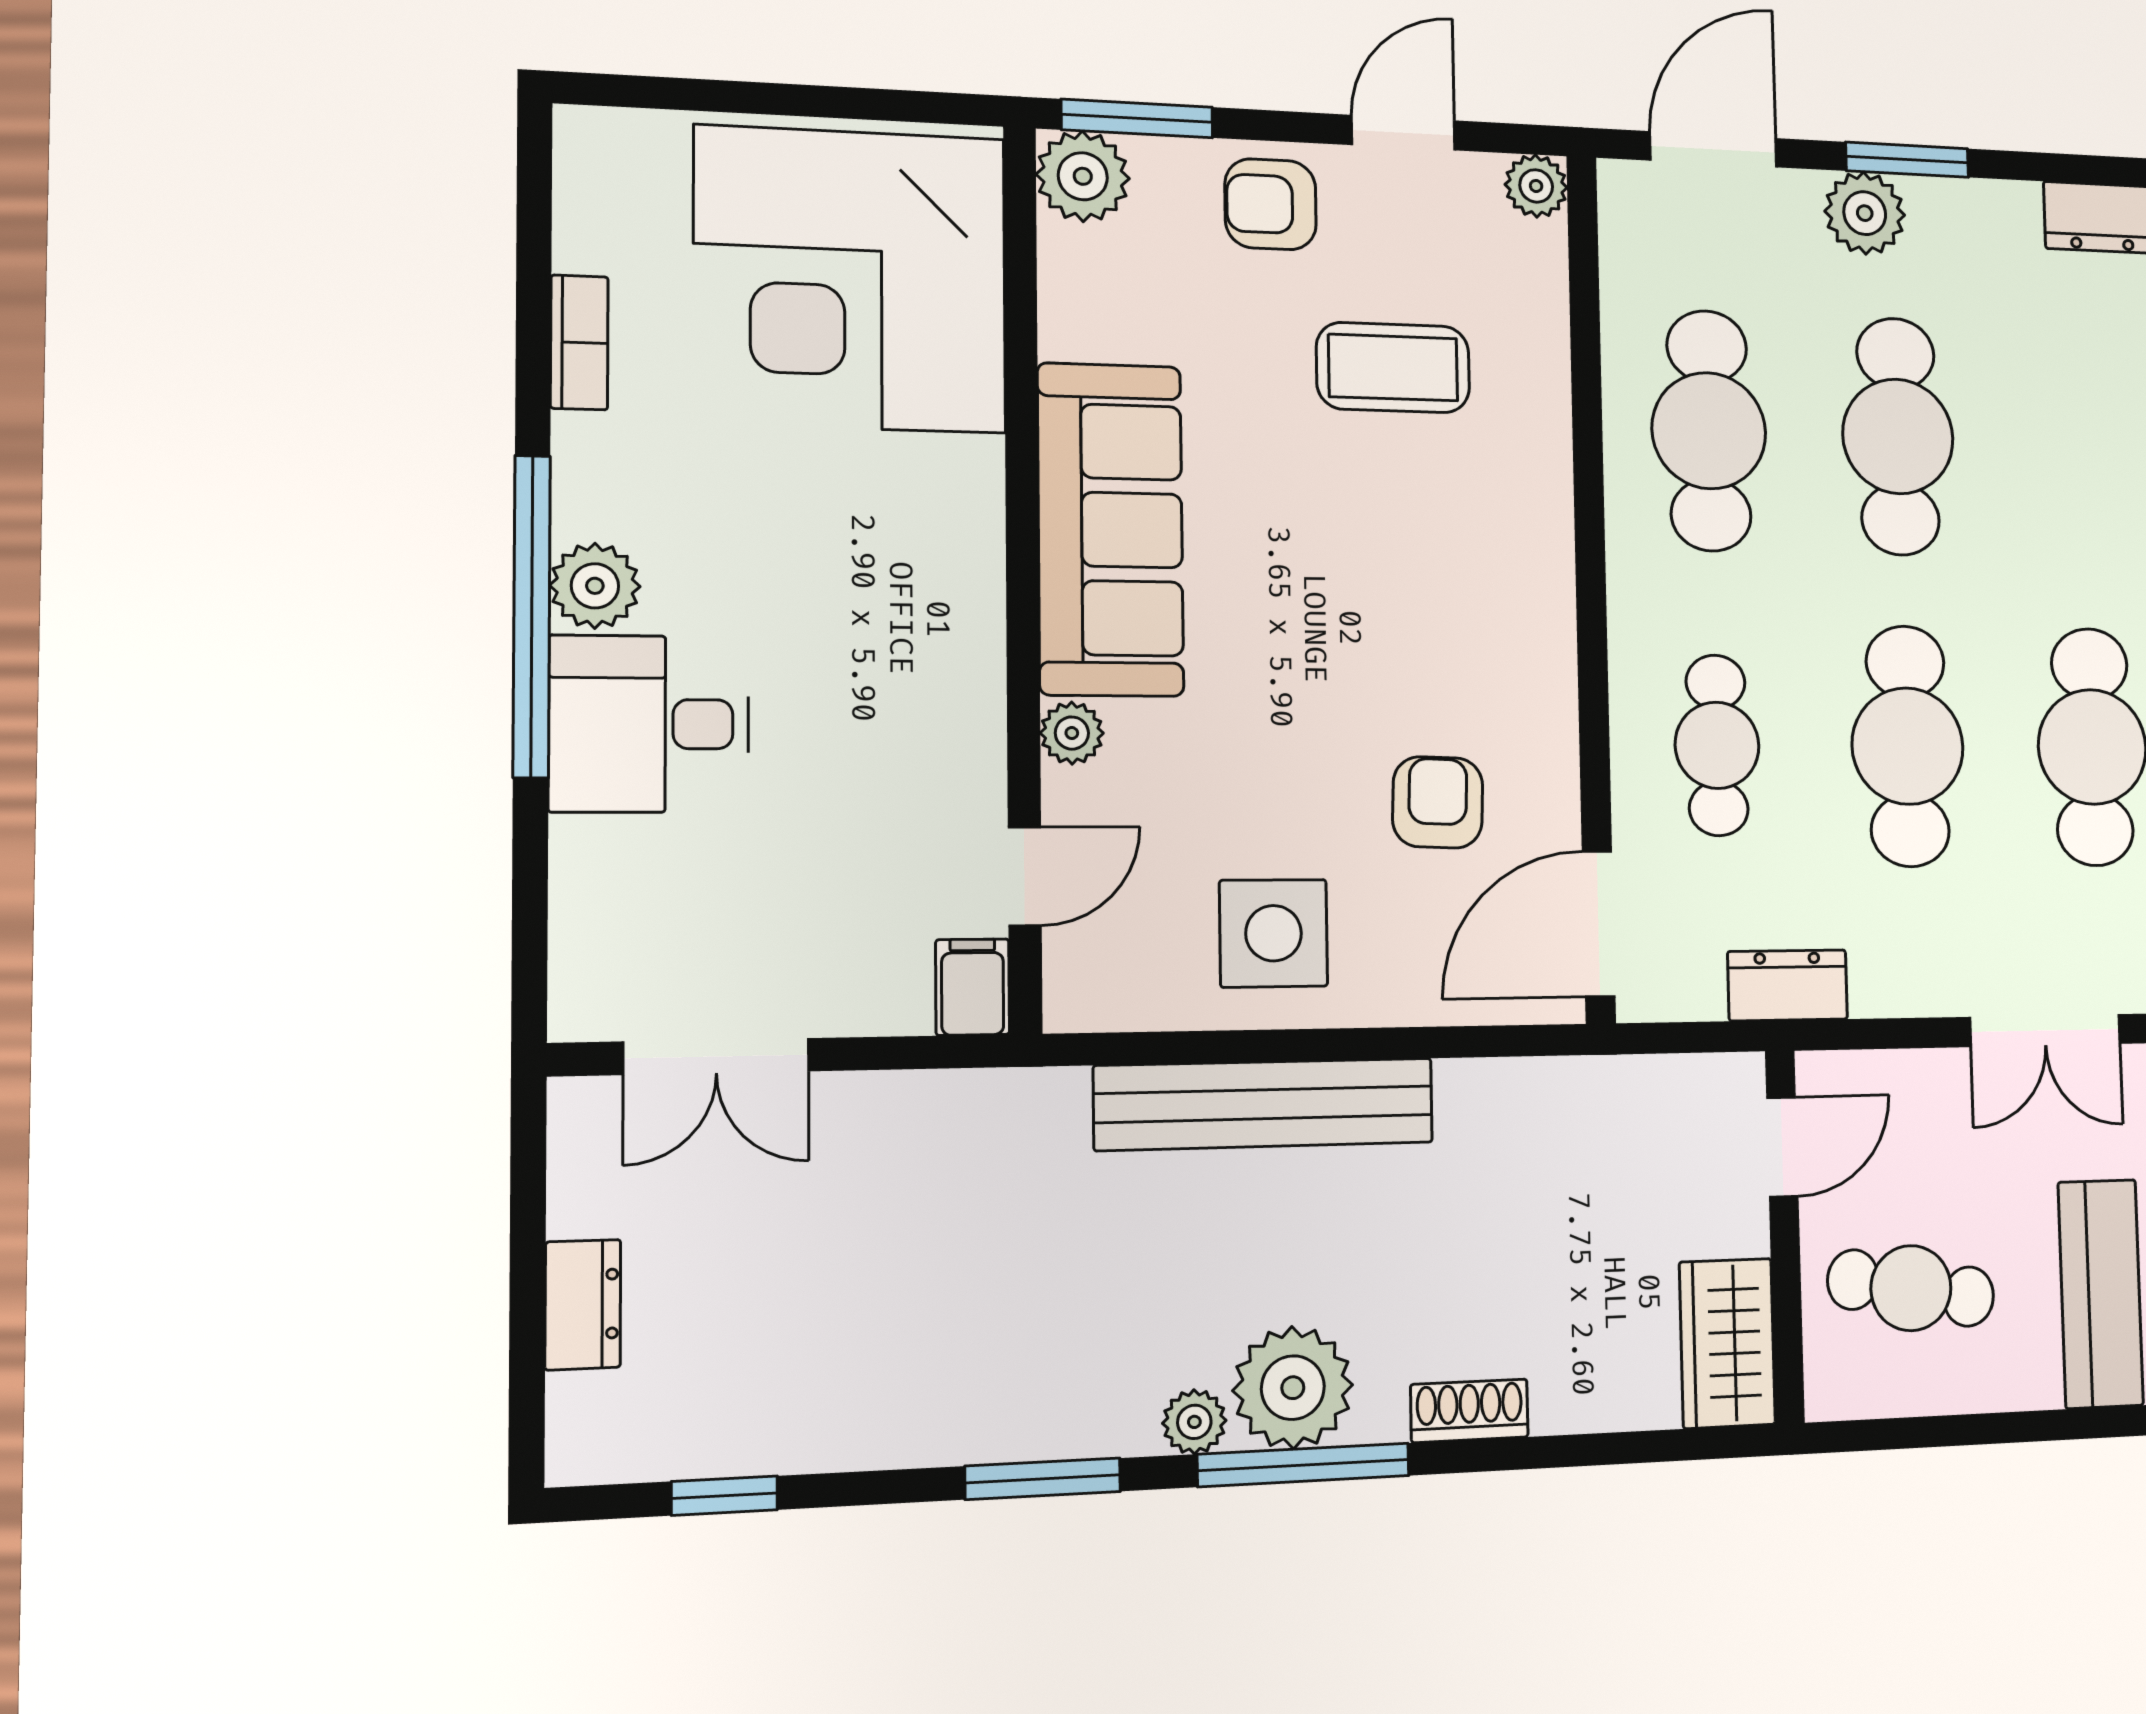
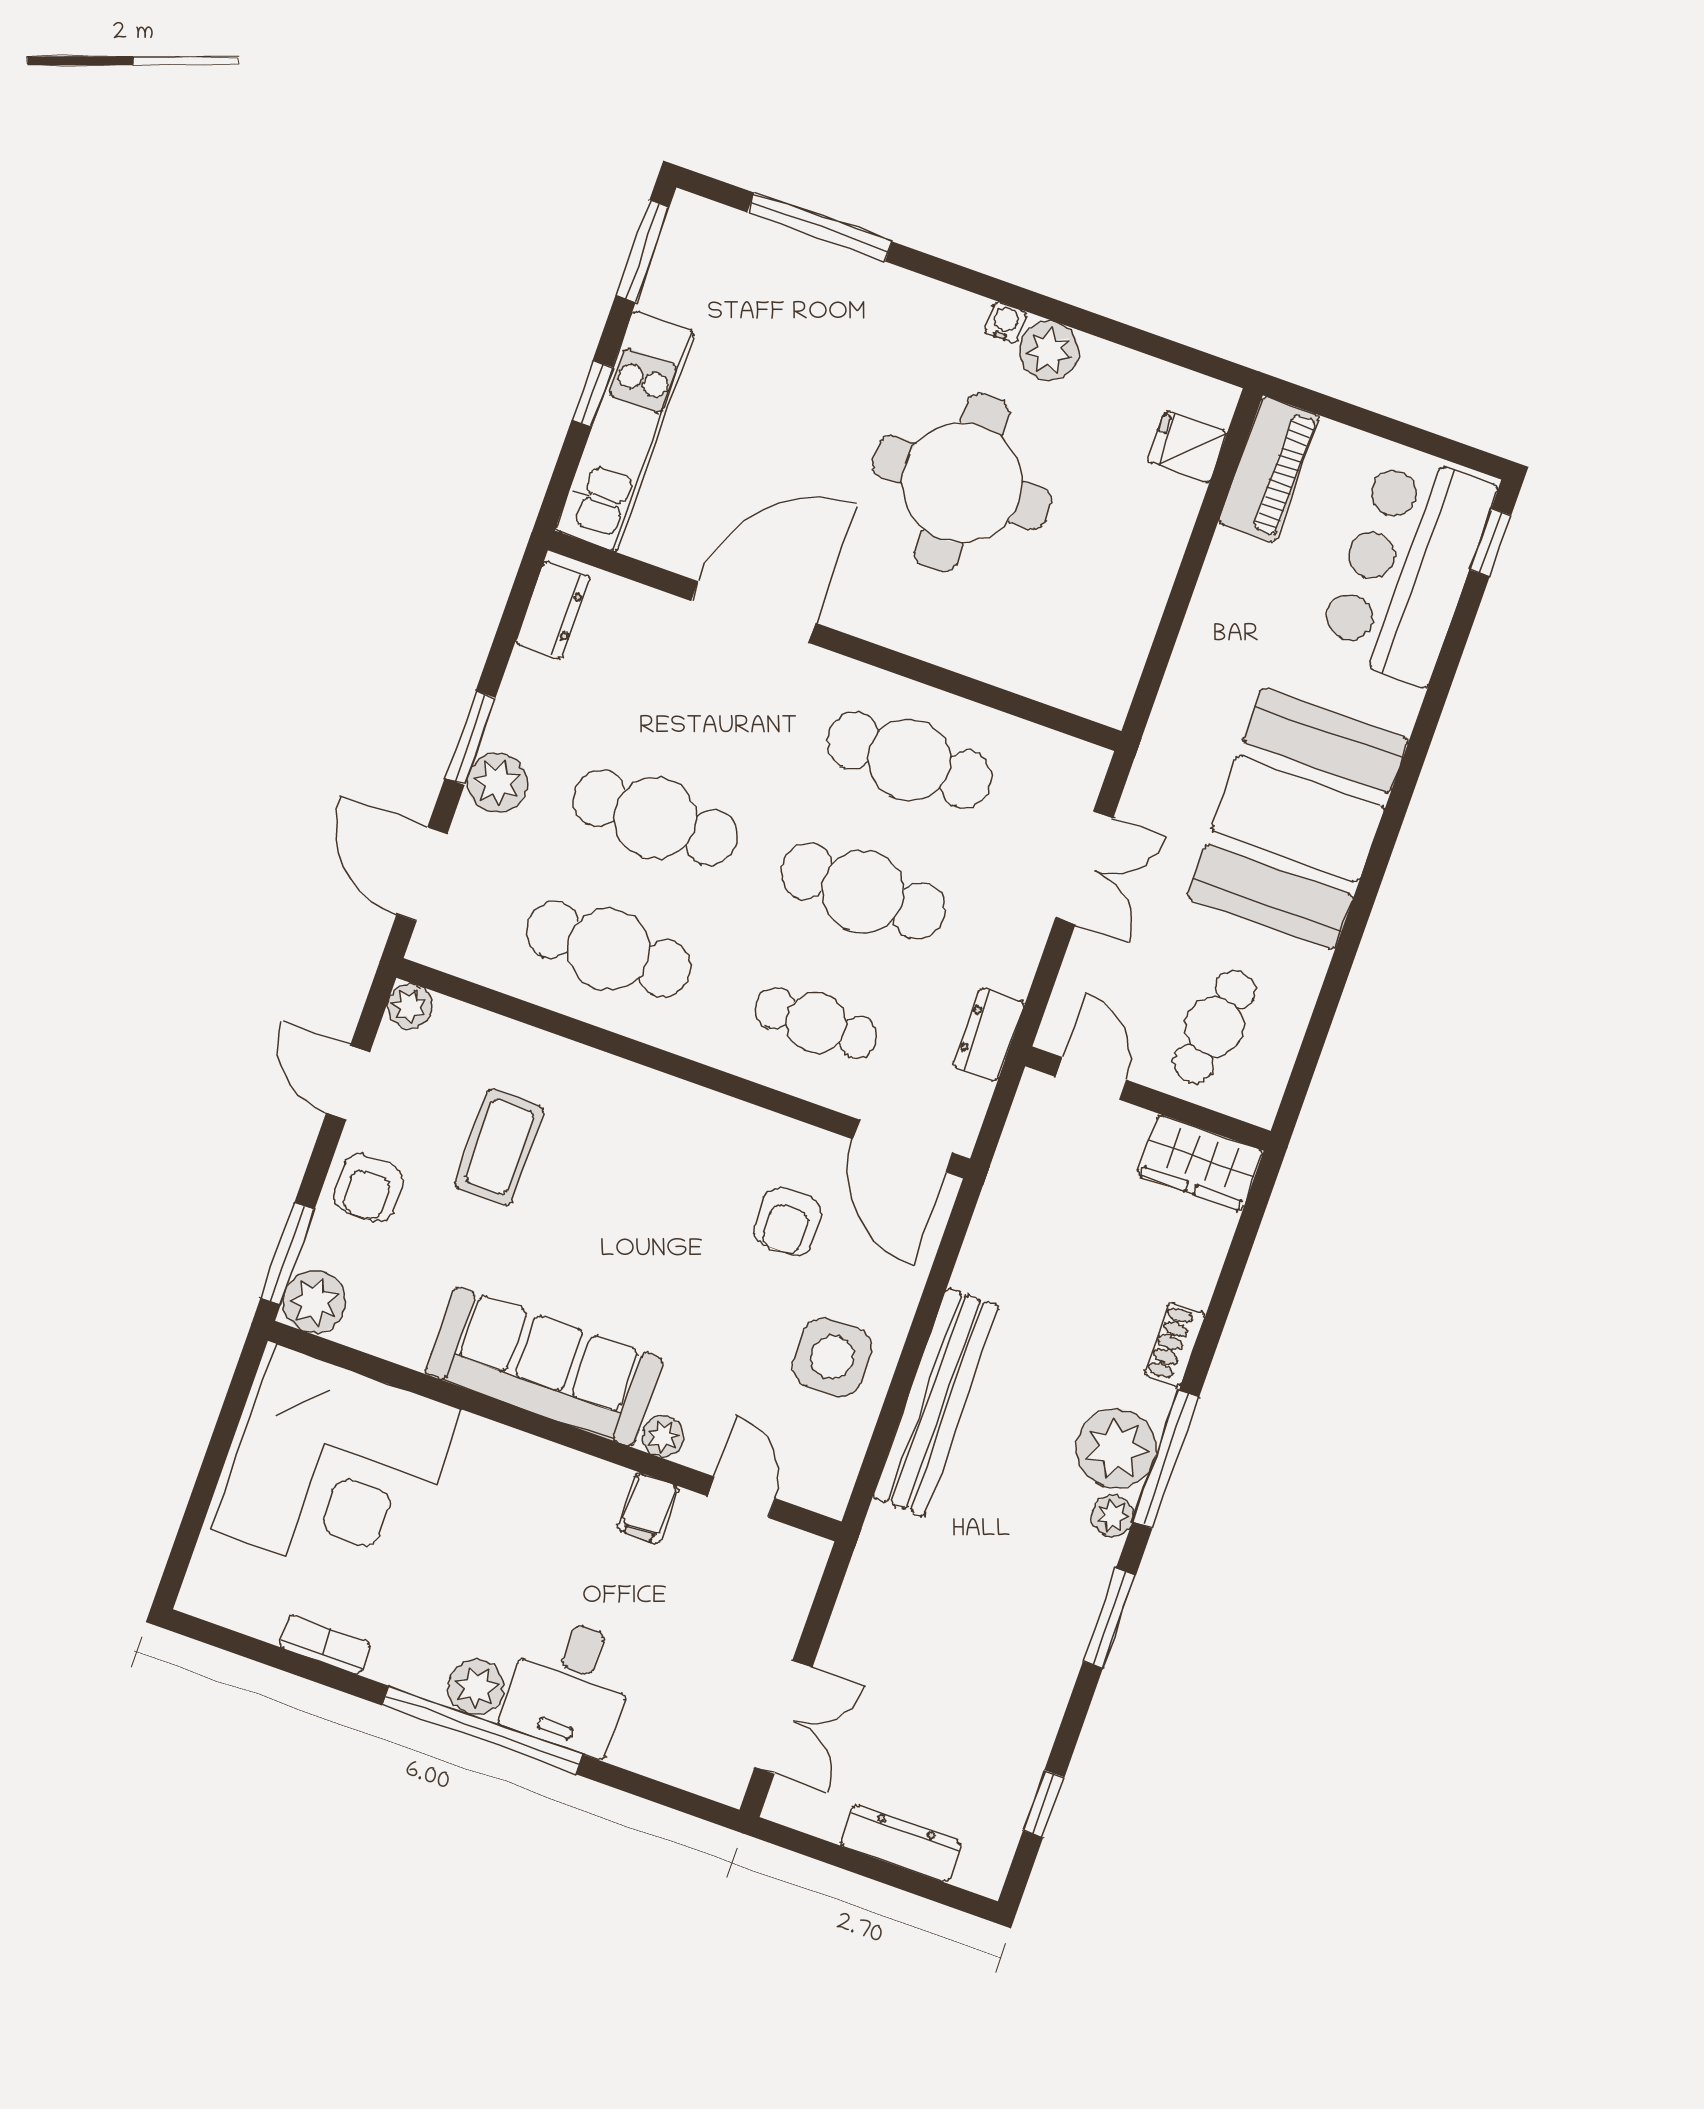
armchair: (1438, 802) -> (788, 1222), turned -92
filing cabinet: (973, 987) -> (648, 1508), moved, turned -90
dresser: (583, 1305) -> (901, 1843), width x1.44

